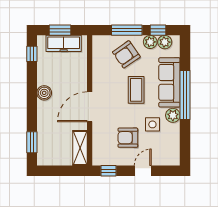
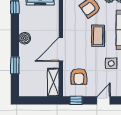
armchair: (128, 138) -> (79, 77), moved, turned -90
window: (32, 142) -> (15, 65), moved

